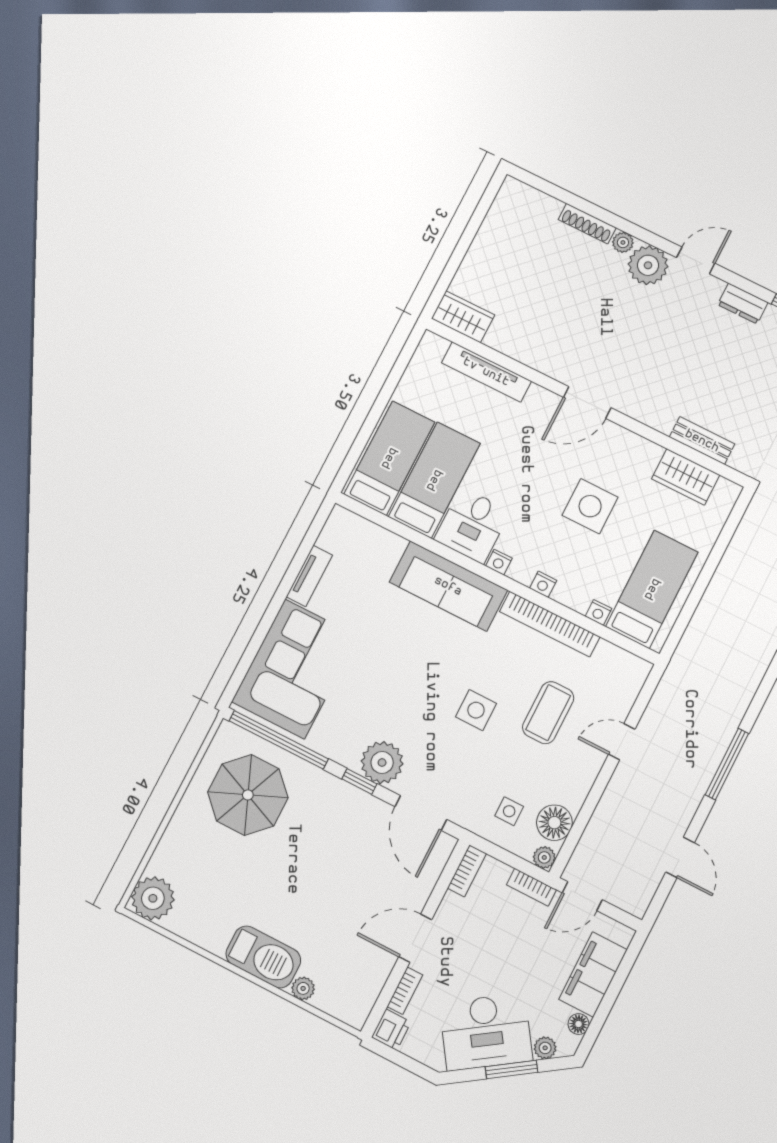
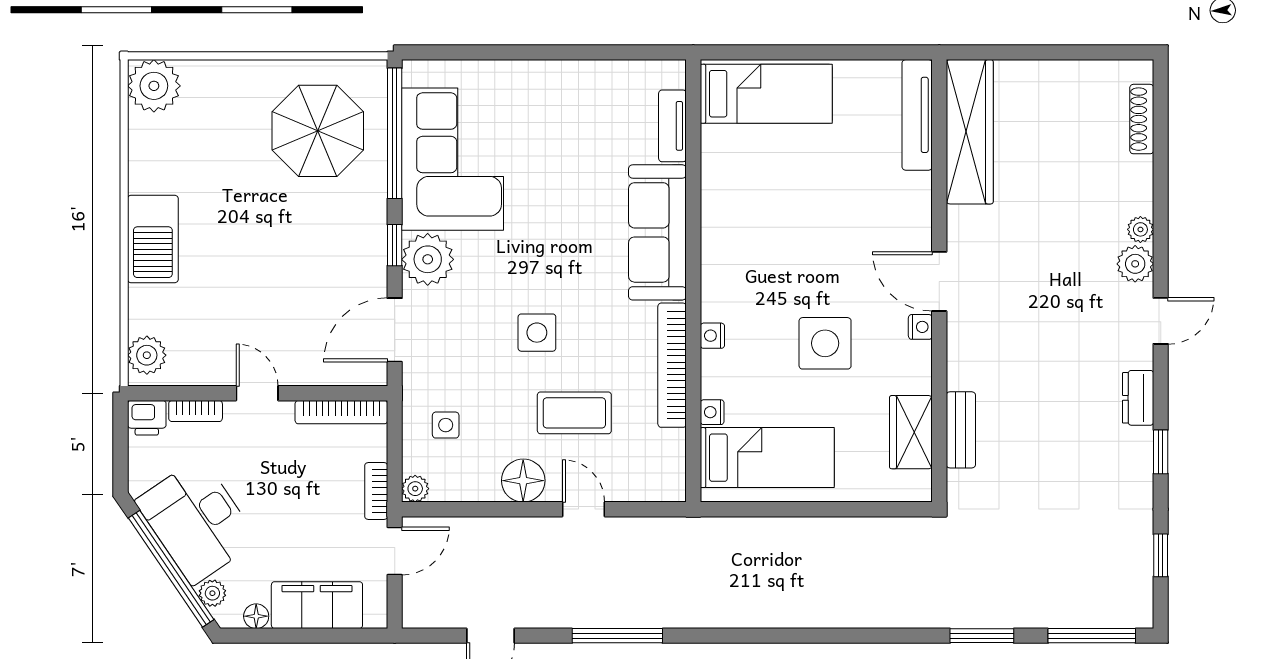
shoe rack: (587, 224) -> (1142, 119), moved
door: (696, 260) -> (1161, 321), hinge flipped
plant: (648, 265) -> (1135, 264), width x0.73, depth x0.73
wardrobe: (463, 317) -> (970, 132), width x2.10, depth x1.17
tv unit: (486, 372) -> (917, 115), moved
bed: (434, 480) -> (767, 156), removed
desk: (472, 525) -> (738, 224), removed
nightstand: (499, 562) -> (920, 327), moved, turned 180
tv unit: (309, 576) -> (672, 126), moved, turned 90
corner sofa: (295, 669) -> (453, 159), moved, turned -90
floor lamp: (554, 823) -> (523, 481), moved
bookcase: (467, 871) -> (341, 412), width x1.56
door: (582, 896) -> (395, 551), swing flipped
door: (415, 938) -> (257, 393), width x0.73
plant: (303, 988) -> (147, 355), moved, width x1.38, depth x1.38
window: (512, 1069) -> (171, 569), width x2.11

